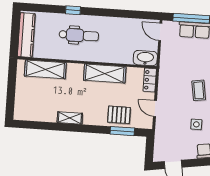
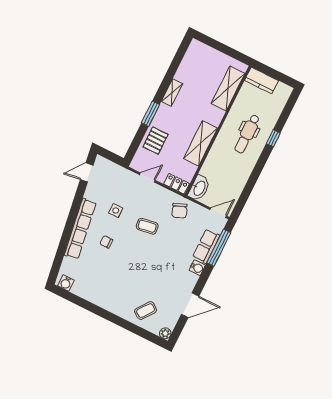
kitchen counter: (26, 35) -> (261, 80), width x0.67
chair: (173, 67) -> (179, 211), added
window: (122, 131) -> (150, 114), moved

